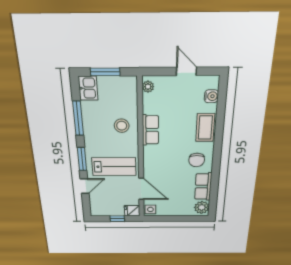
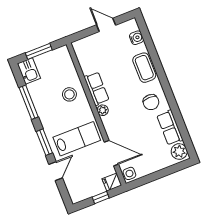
plant: (148, 87) -> (103, 110), moved

